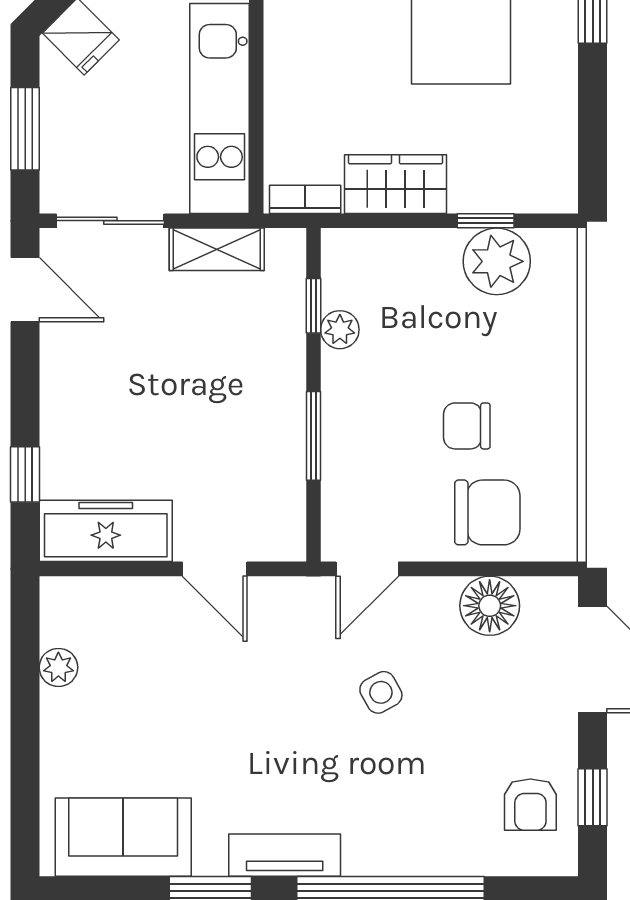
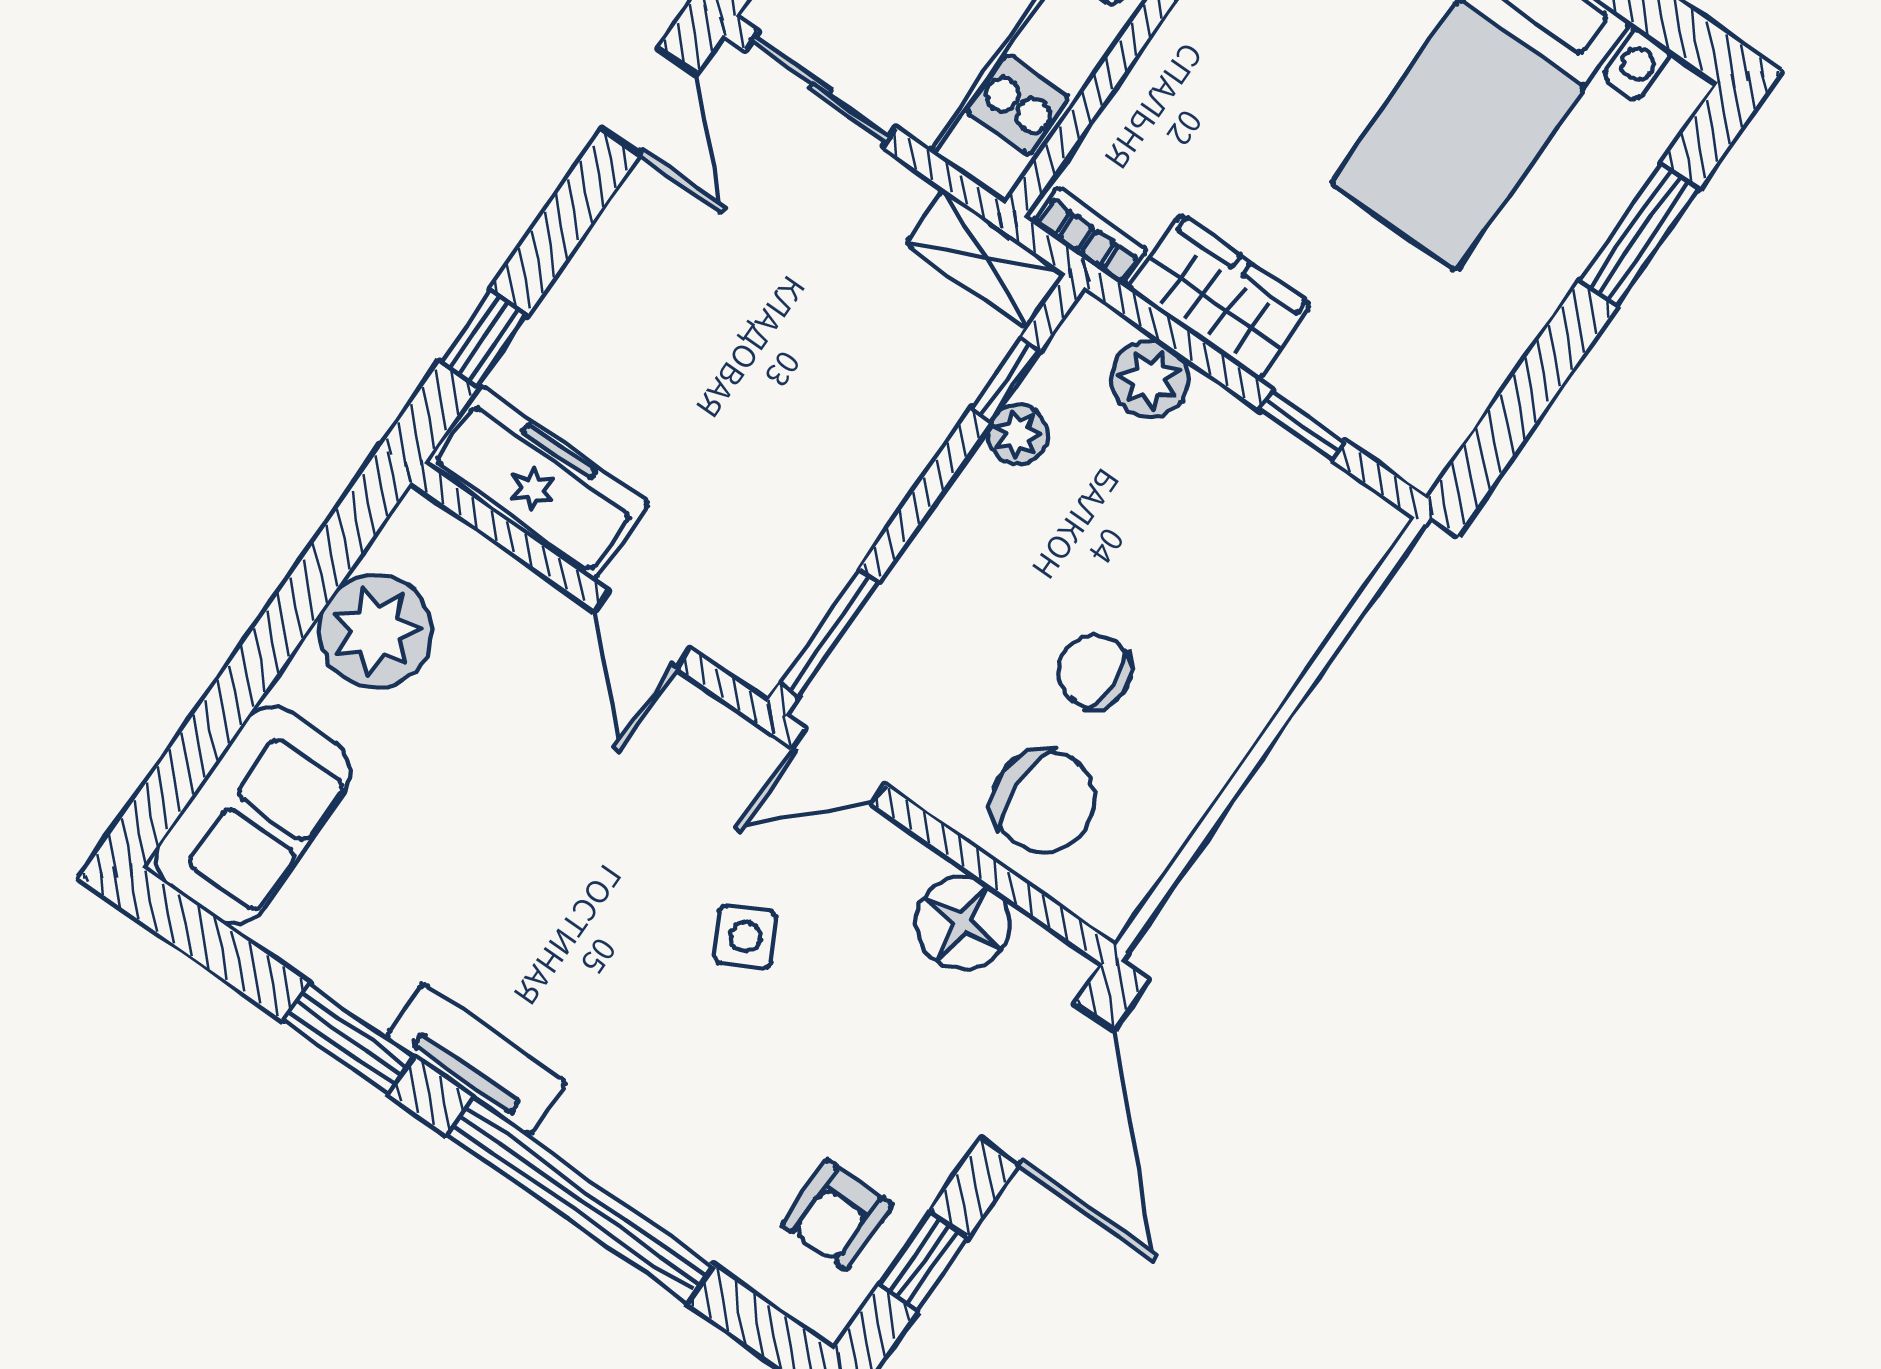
shelving: (217, 249) -> (986, 259), moved
plant: (497, 261) -> (1150, 379), moved, width x0.73, depth x0.73
window: (314, 436) -> (829, 632), moved
plant: (58, 667) -> (375, 631), width x1.88, depth x1.88
sofa: (123, 837) -> (253, 815), moved, turned 90

